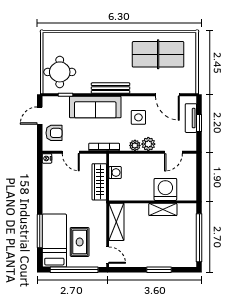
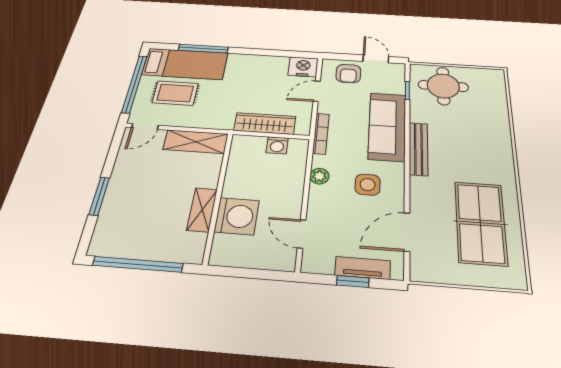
plant: (148, 144) -> (320, 196), removed
nightstand: (47, 158) -> (303, 67), width x1.89, depth x1.79

